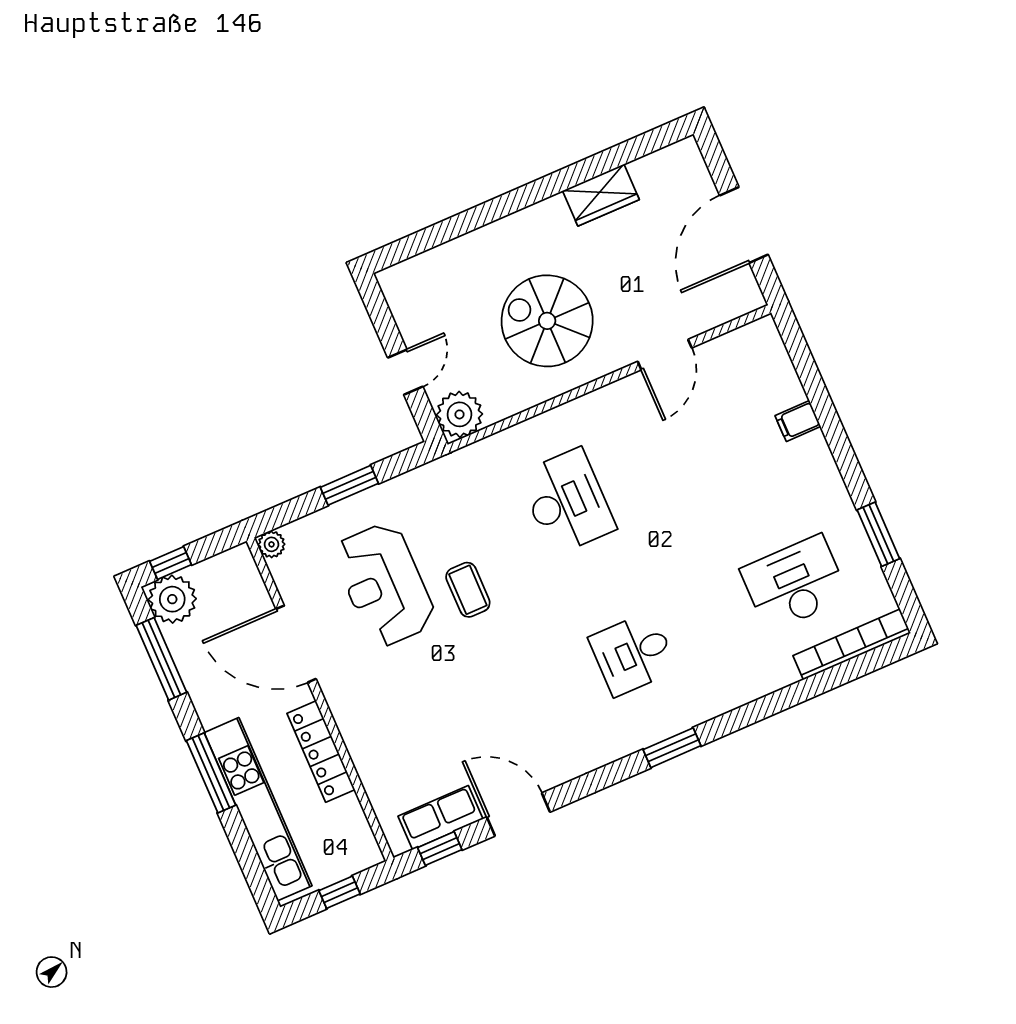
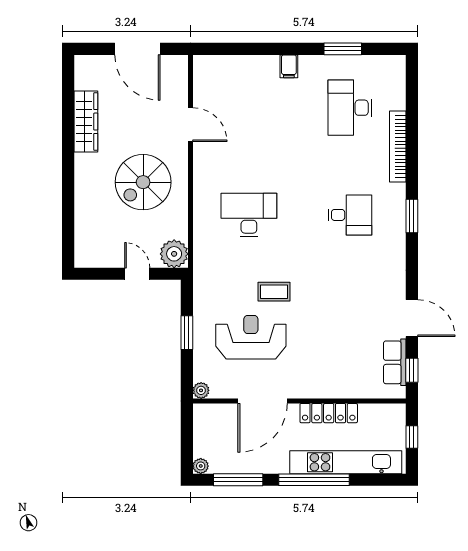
wardrobe: (601, 195) -> (86, 122), width x1.50
filing cabinet: (798, 421) -> (289, 66), moved
window: (171, 563) -> (187, 451), removed
reception desk: (384, 585) -> (251, 337), turned 180
plant: (172, 599) -> (201, 466), width x0.53, depth x0.53
bookcase: (852, 644) -> (398, 147), moved
desk: (633, 654) -> (350, 215), turned -90
window: (211, 773) -> (314, 480), width x1.46
door: (518, 814) -> (412, 318), swing flipped

